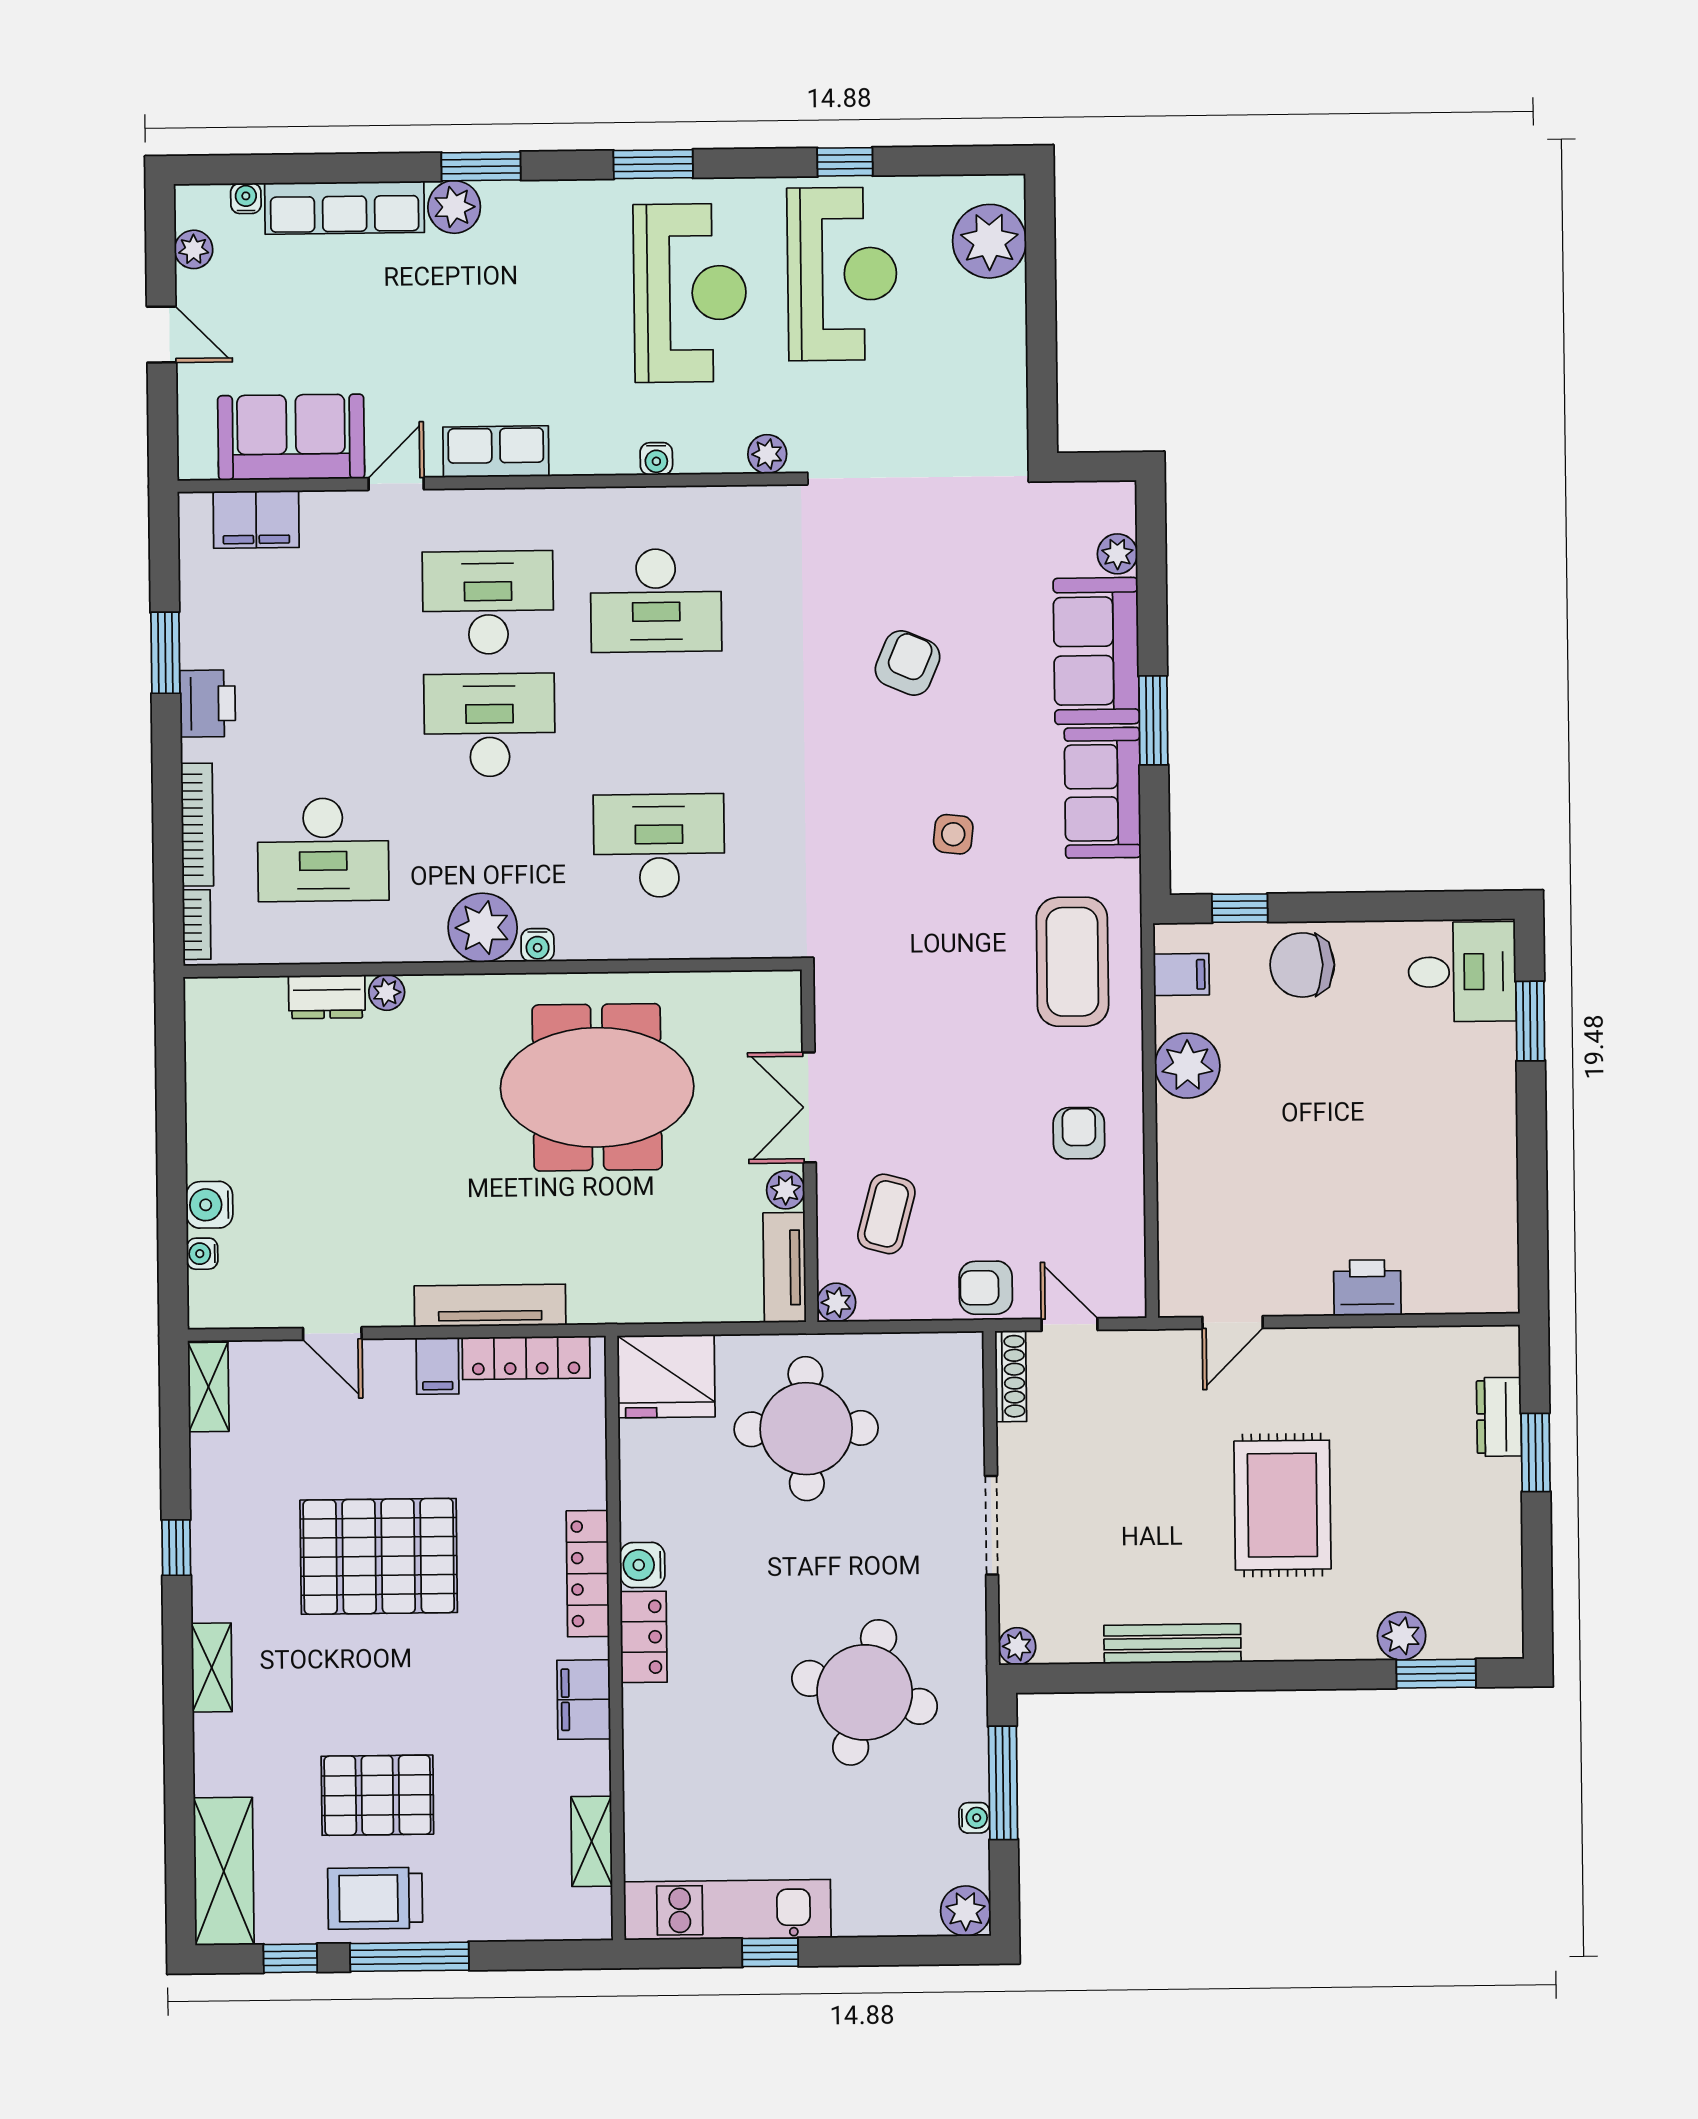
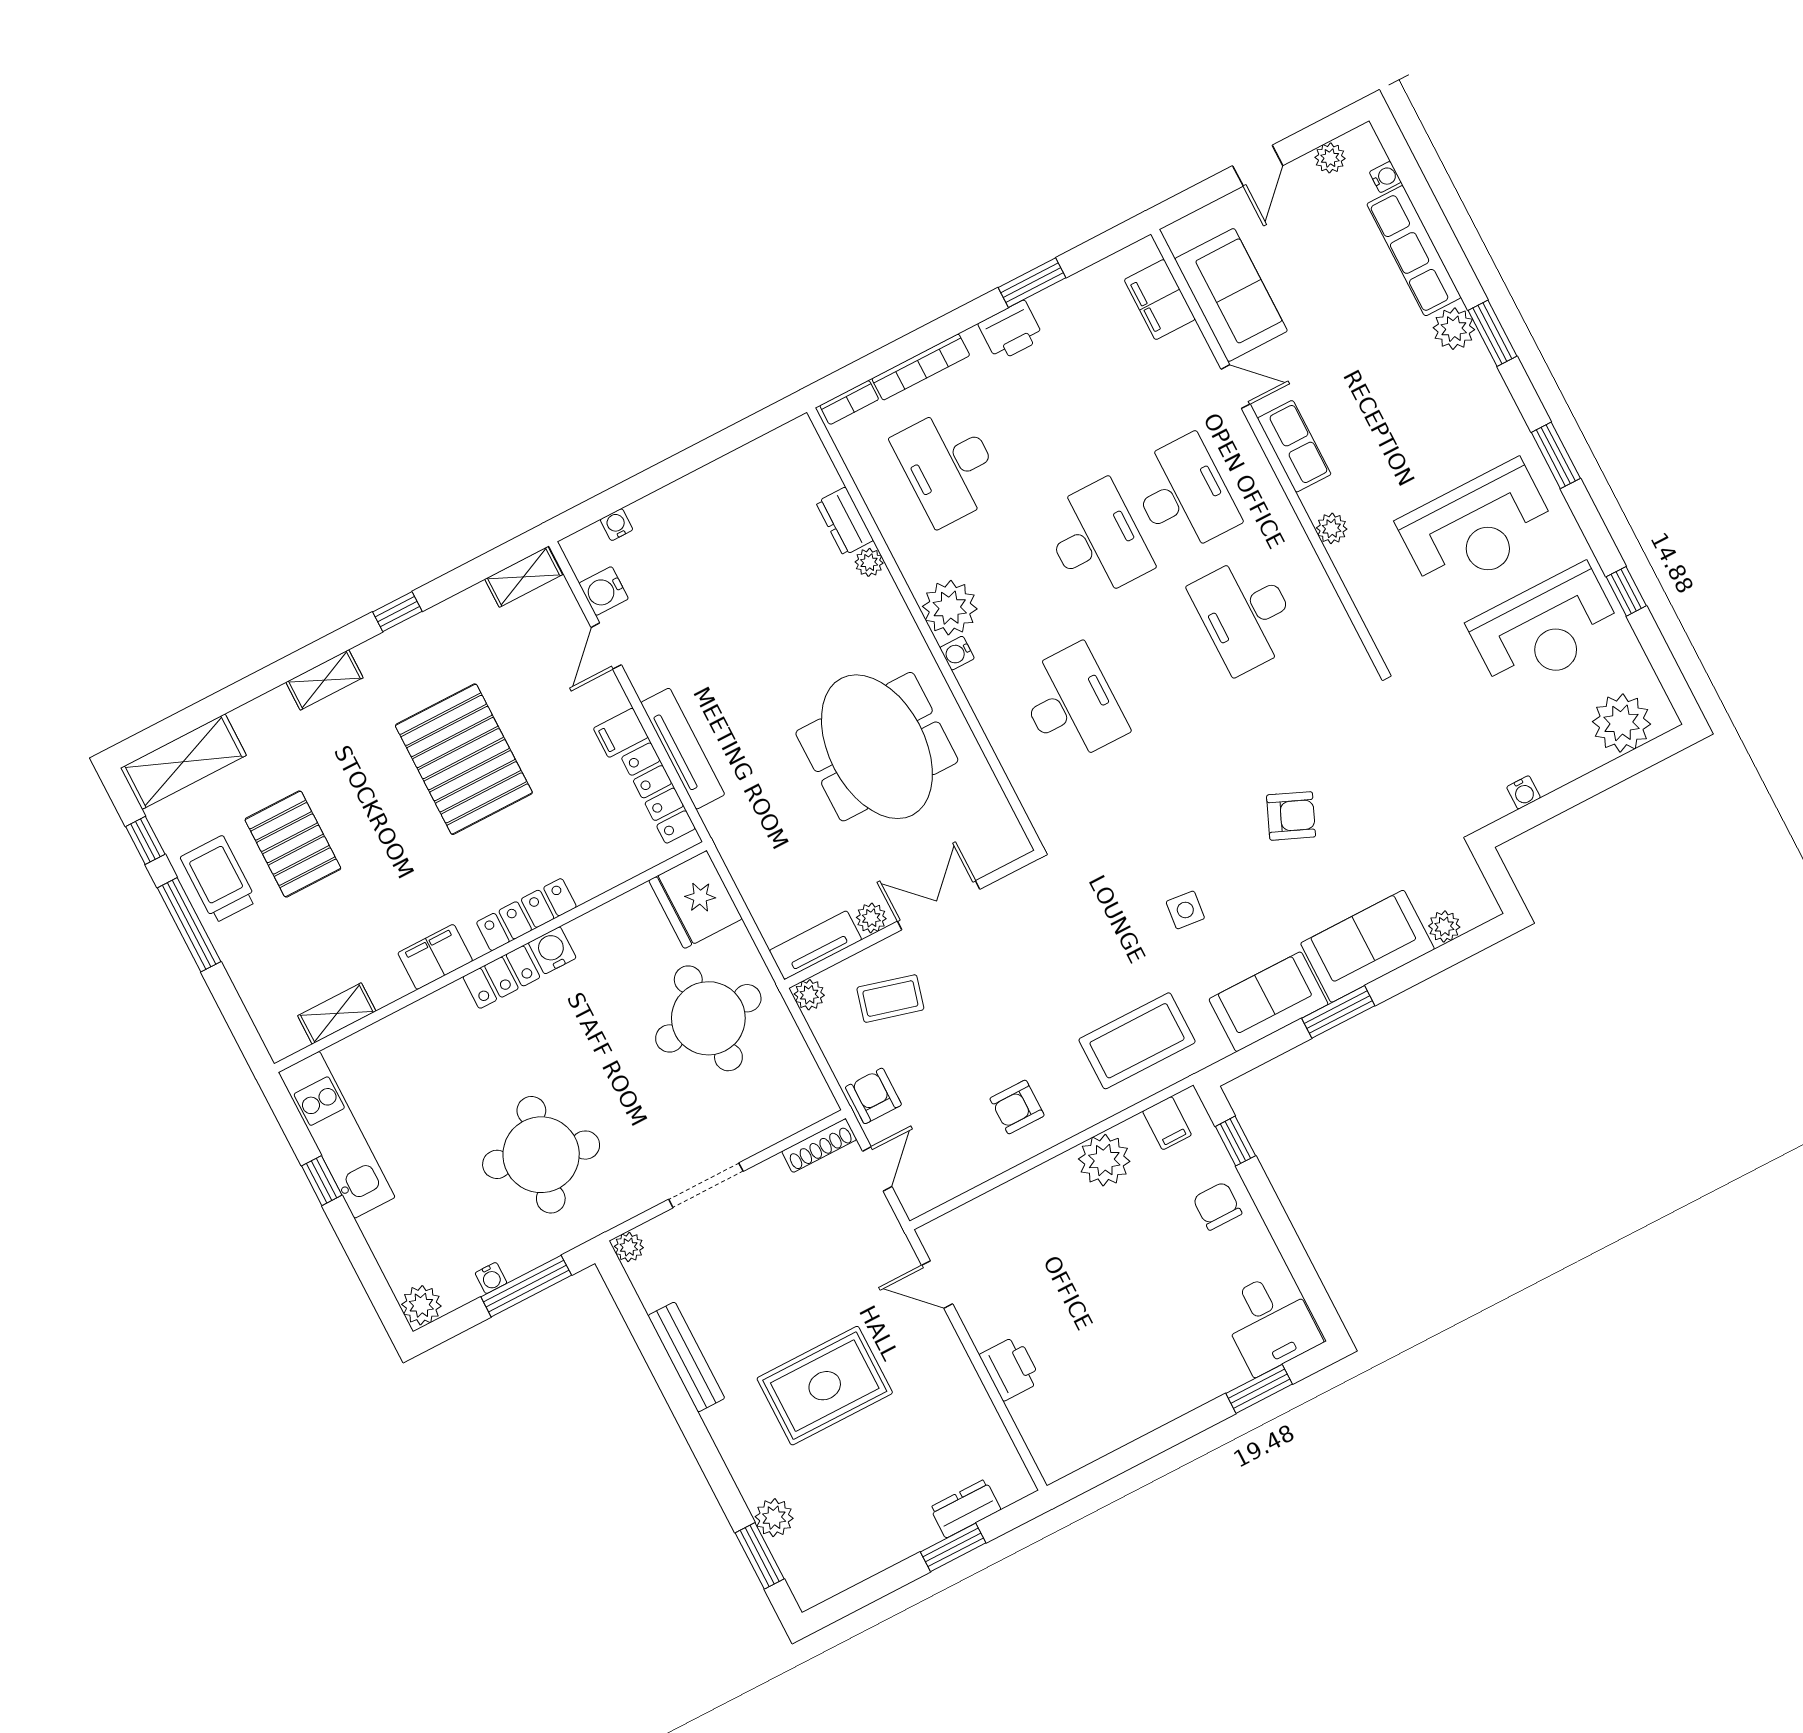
plant: (767, 454) -> (1332, 528), moved
water cooler: (656, 459) -> (1523, 792), moved, turned -90
chair: (1302, 965) -> (1217, 1206), width x0.73, depth x0.73
armchair: (1079, 1133) -> (1017, 1107), turned 180
water cooler: (209, 1205) -> (604, 591), moved, turned -90

